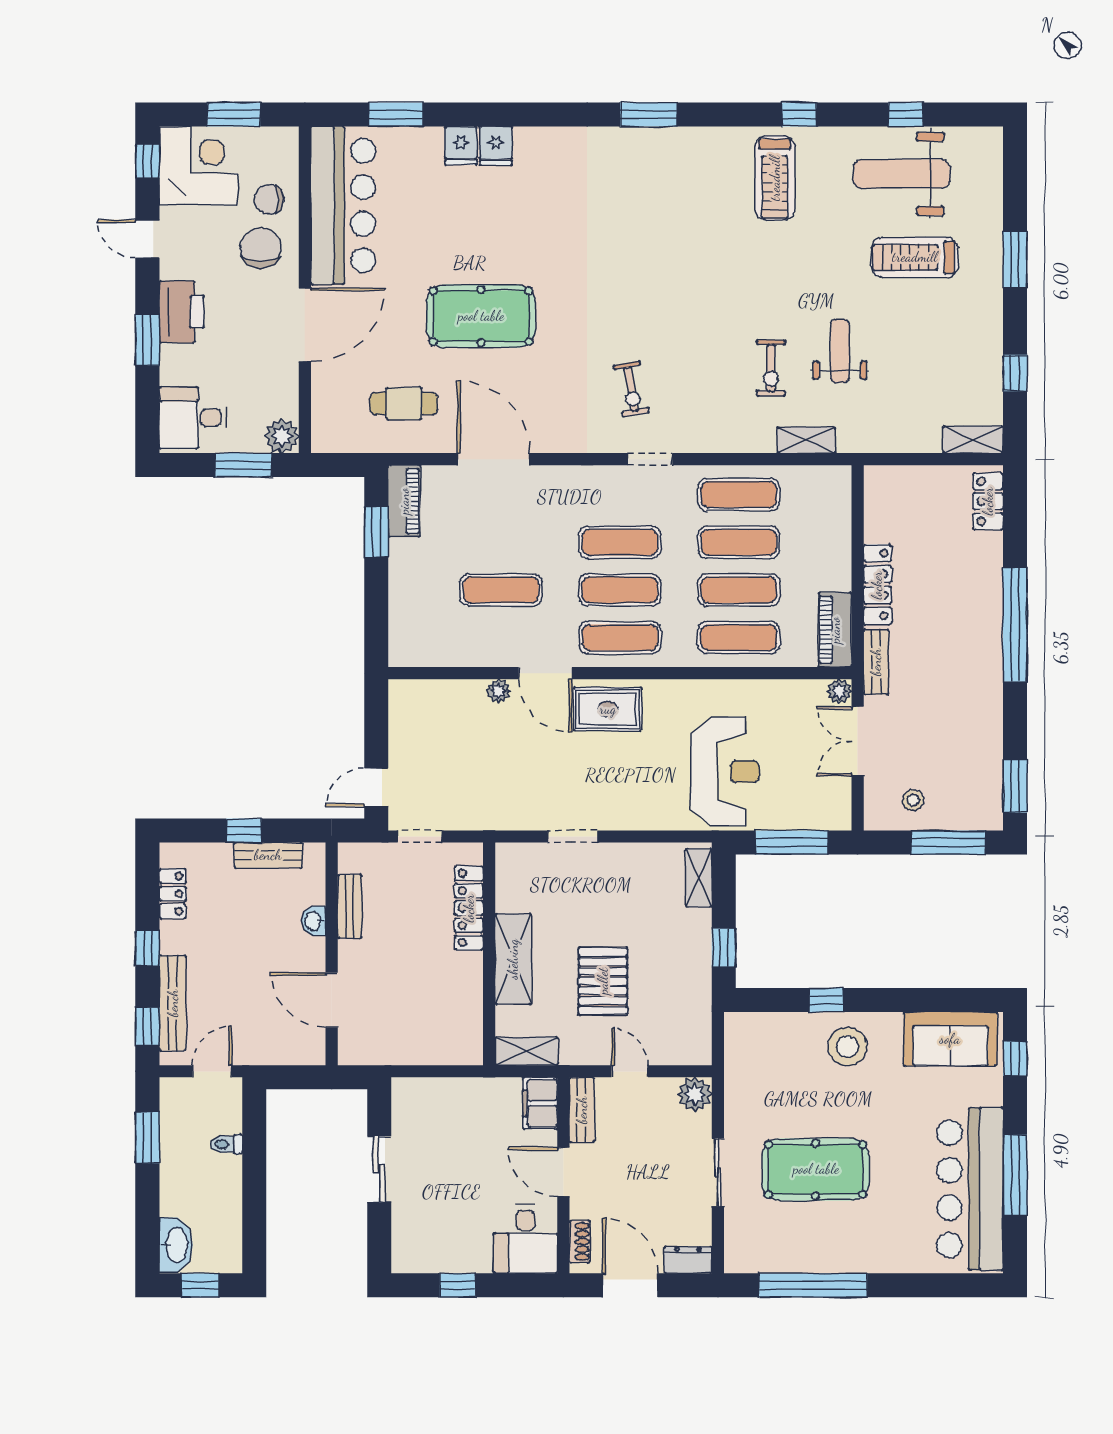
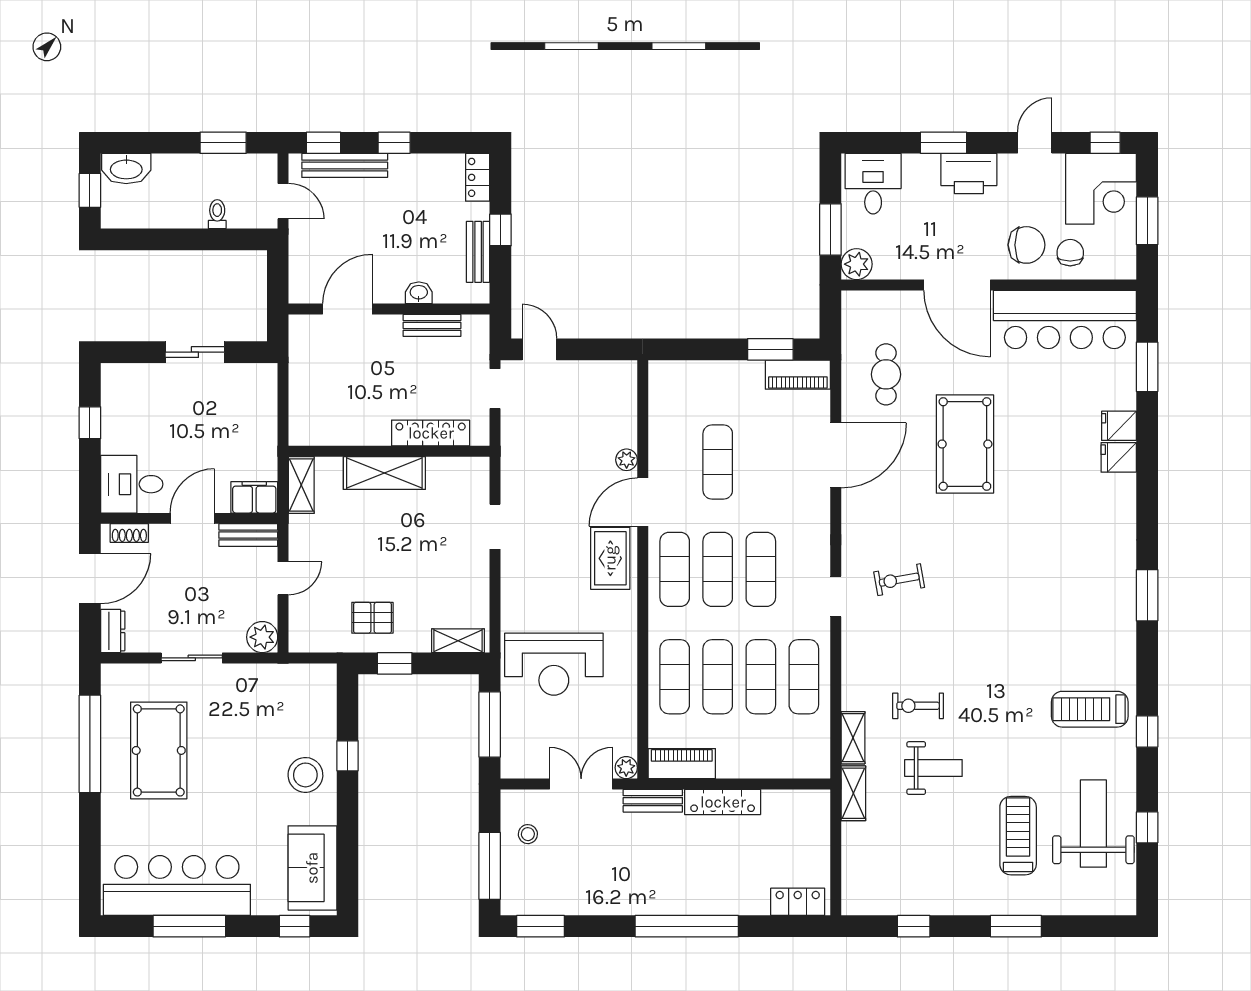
shelving: (973, 440) -> (853, 793), moved
locker: (173, 894) -> (478, 177), moved, turned 90
pallet: (603, 981) -> (372, 618), moved, width x0.67, depth x0.71
pool table: (816, 1169) -> (159, 750), moved

